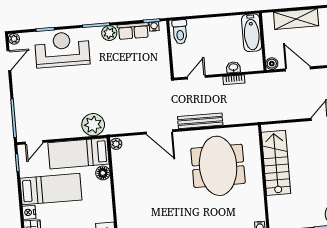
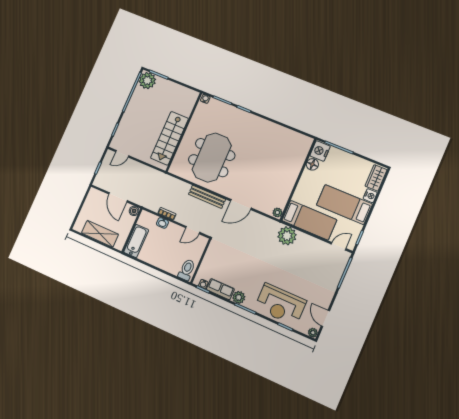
door: (9, 60) -> (325, 318), hinge flipped
door: (159, 132) -> (241, 204), swing flipped
floor lamp: (103, 173) -> (312, 164), moved

